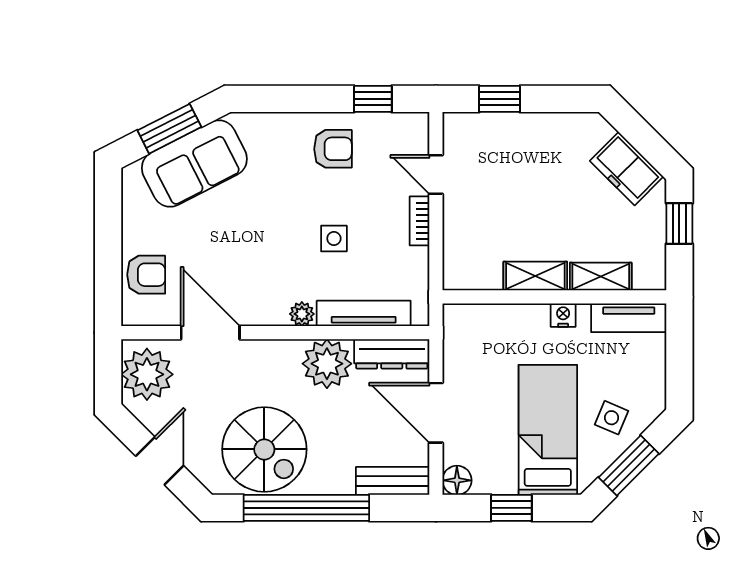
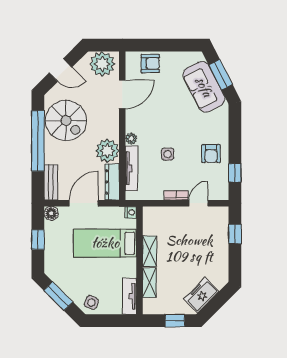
armchair: (146, 275) -> (150, 64), turned -90
nightstand: (563, 315) -> (131, 212), moved
side table: (611, 418) -> (91, 303), moved
bed: (548, 430) -> (105, 243), moved, turned 180
spiral stairs: (264, 449) -> (66, 121), turned -90

